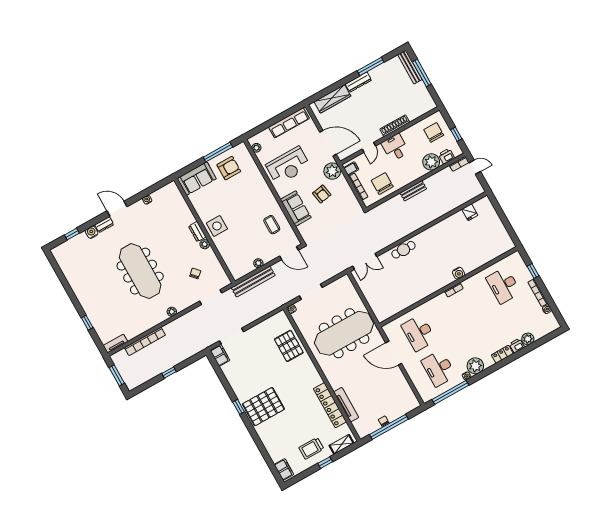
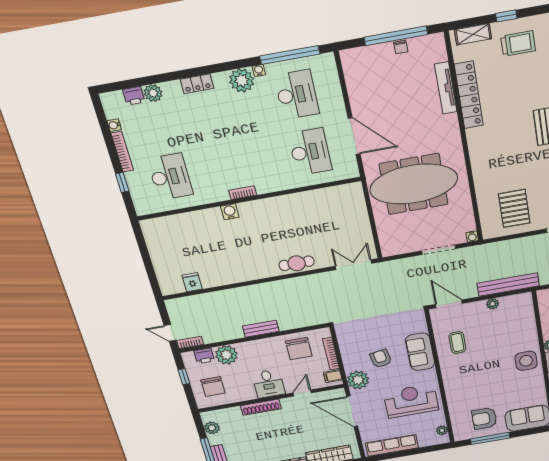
plant: (425, 96) -> (212, 428), added
pallet: (289, 346) -> (514, 208), moved
printer: (517, 346) -> (134, 96), moved

